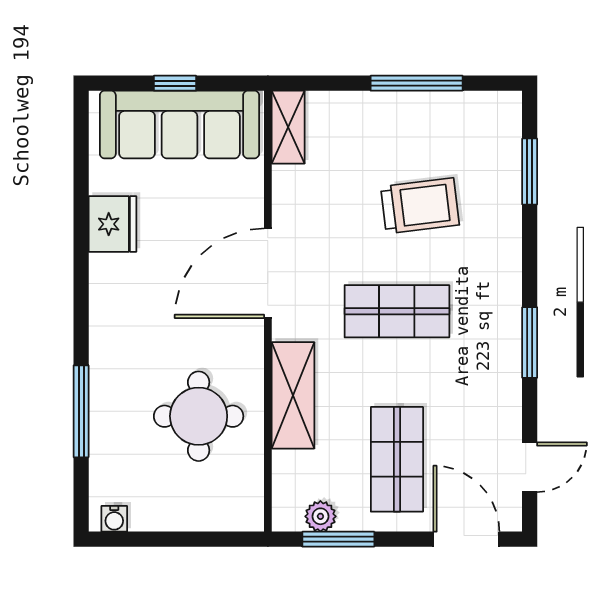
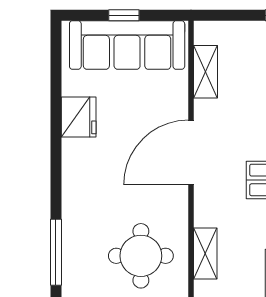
shelving: (288, 127) -> (206, 72), moved
shelving: (293, 395) -> (205, 253), width x0.67, depth x0.75

